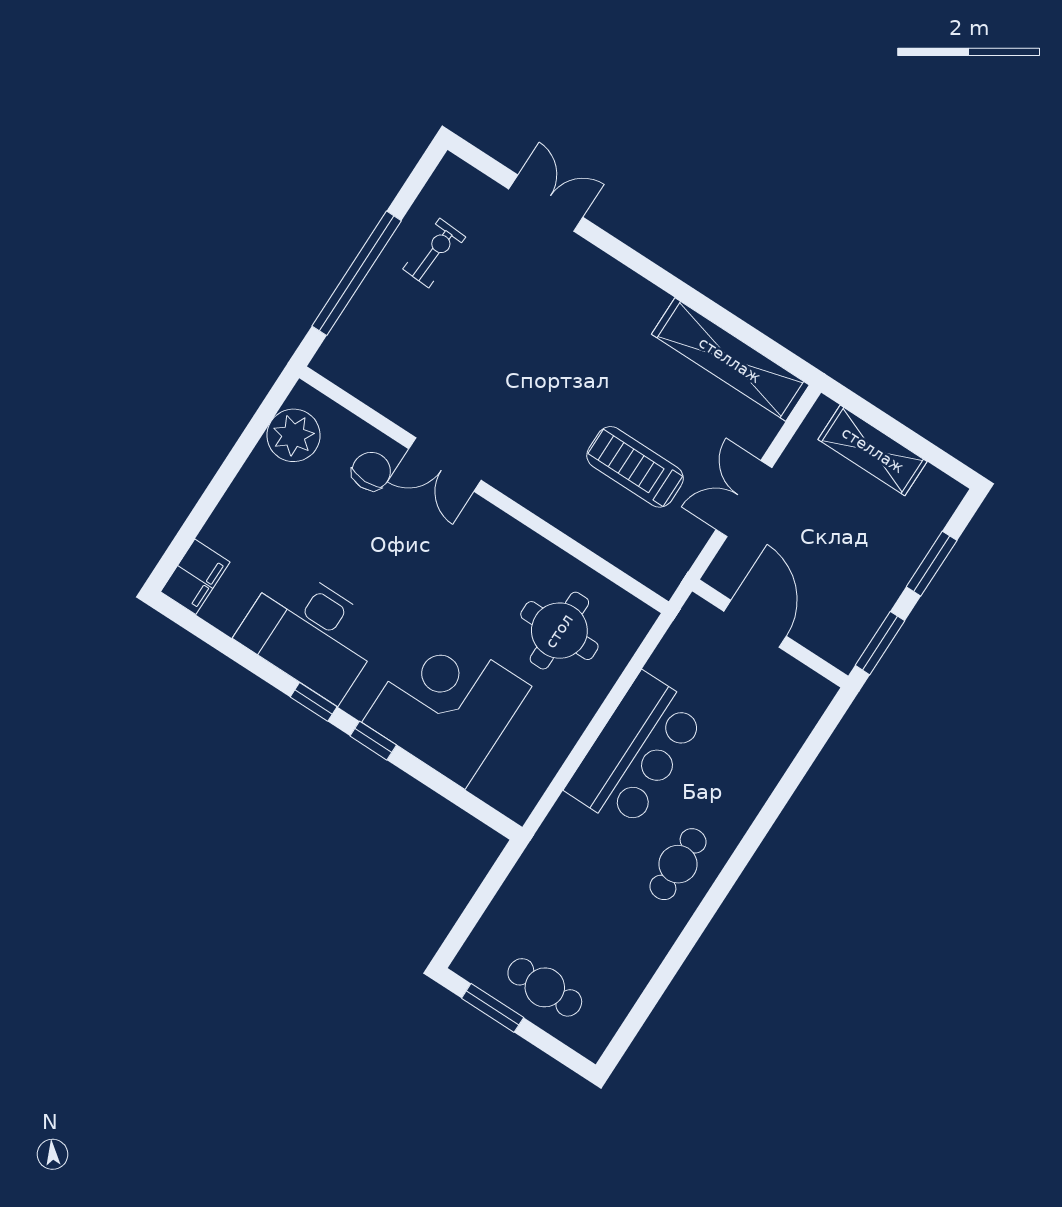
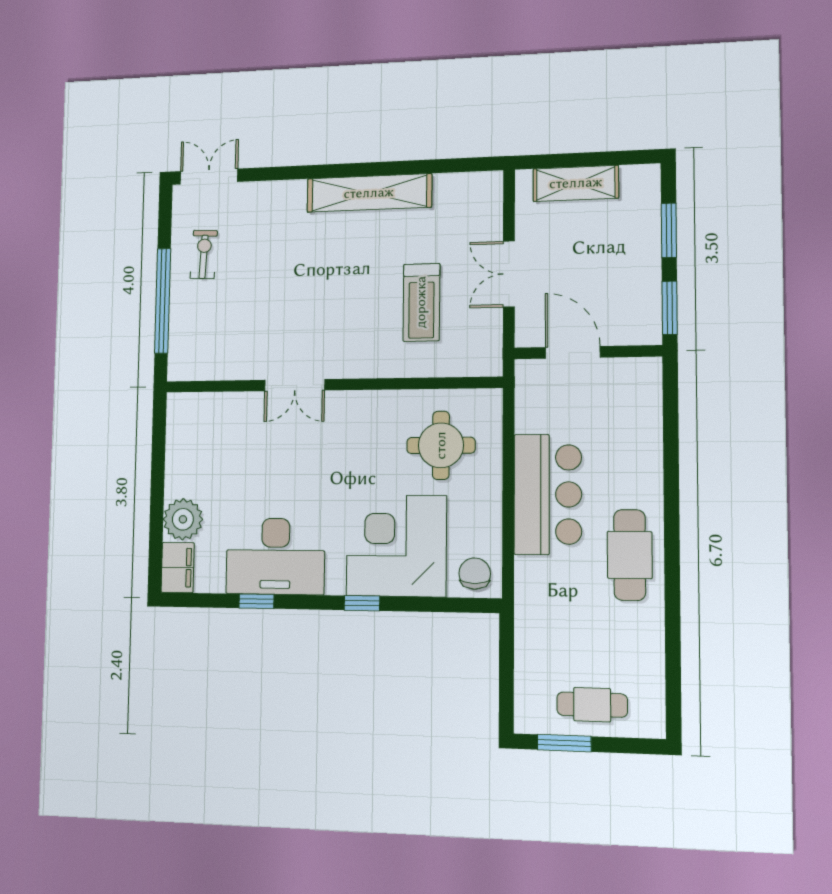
double door: (546, 203) -> (209, 177), moved
shelving: (730, 360) -> (369, 193), moved
plant: (293, 435) -> (183, 519), moved
treadmill: (635, 467) -> (421, 302), turned -90
chair: (371, 471) -> (475, 574), moved
window: (314, 702) -> (256, 601), moved
cafe table: (678, 864) -> (630, 555), width x1.37, depth x1.35

